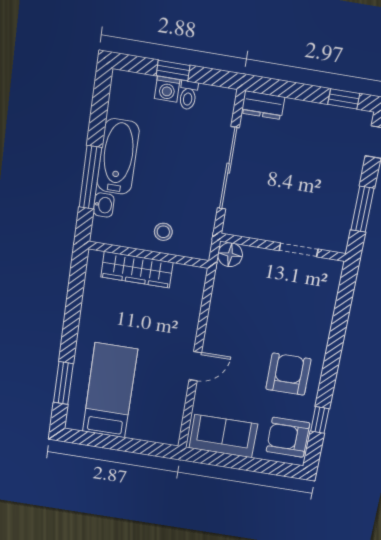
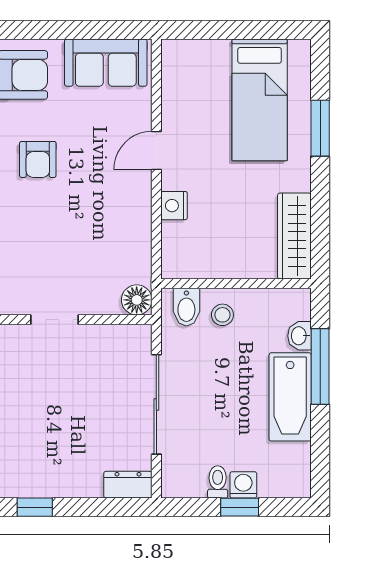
bidet: (191, 243) -> (186, 307), added
wardrobe: (137, 270) -> (294, 236), moved, turned -90
nightstand: (188, 323) -> (174, 206), added
armchair: (288, 374) -> (38, 159), width x0.72, depth x0.72
window: (63, 383) -> (320, 128), moved

